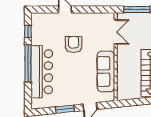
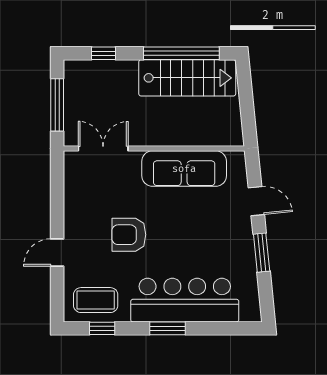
coffee table: (42, 28) -> (96, 300), added
window: (28, 63) -> (168, 328), width x0.47

